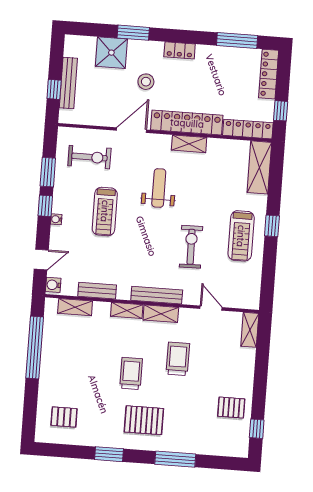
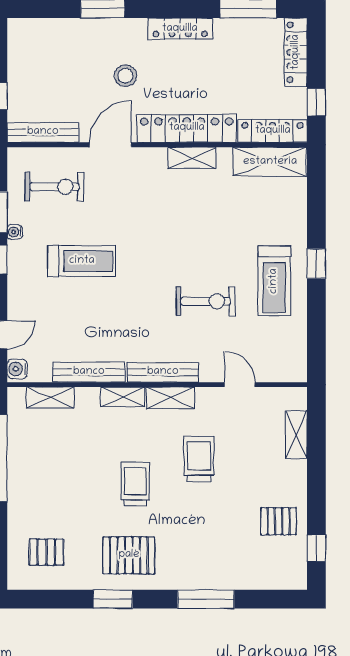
locker: (180, 50) -> (180, 29), width x1.53
shower: (111, 53) -> (74, 39), removed
bench: (68, 83) -> (43, 132), moved, turned 90
shelving: (259, 167) -> (270, 162), moved, turned 90
weight bench: (159, 188) -> (154, 223), removed
treadmill: (105, 211) -> (82, 261), turned -90
water cooler: (56, 219) -> (15, 232), moved
exercise bike: (191, 247) -> (206, 301), turned 91
bench: (97, 291) -> (89, 372), width x1.36
shelving: (250, 330) -> (296, 435), moved
pallet: (144, 420) -> (129, 555), moved

